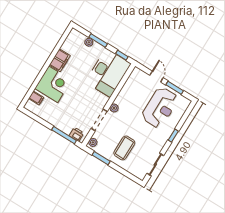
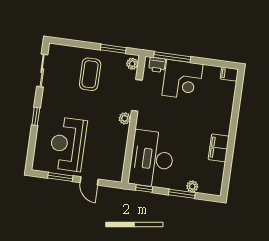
corner desk: (53, 84) -> (182, 80), moved, turned -90
filing cabinet: (36, 98) -> (229, 74), moved

